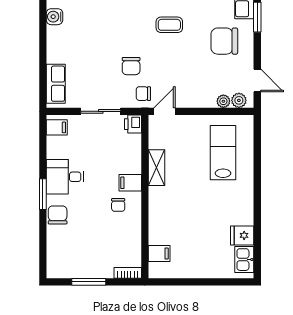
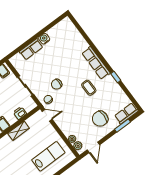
water cooler: (54, 17) -> (44, 39), moved
chair: (224, 41) -> (100, 119), turned -90
row of seats: (56, 84) -> (31, 49), moved
printer: (133, 124) -> (20, 113), moved

